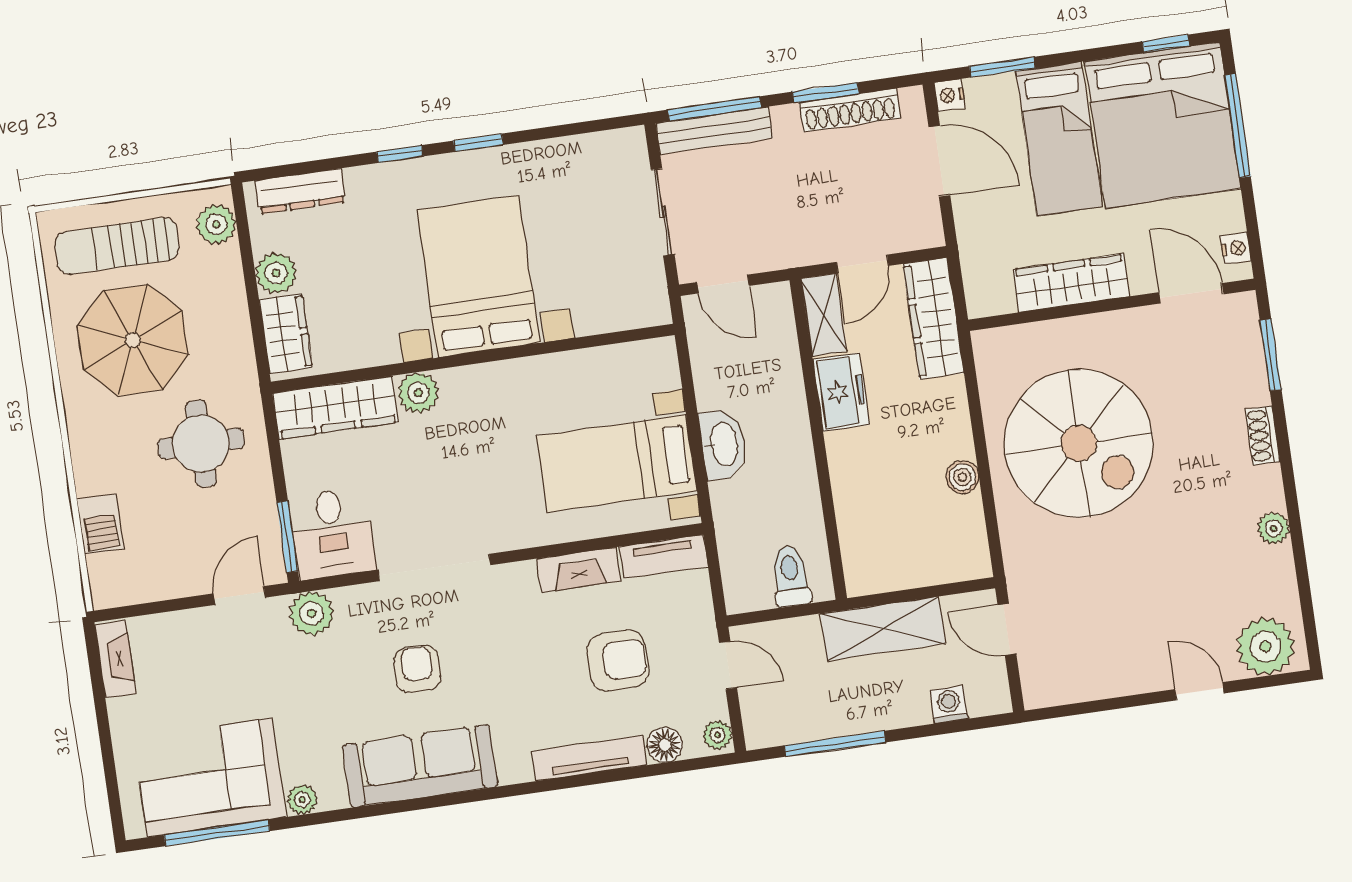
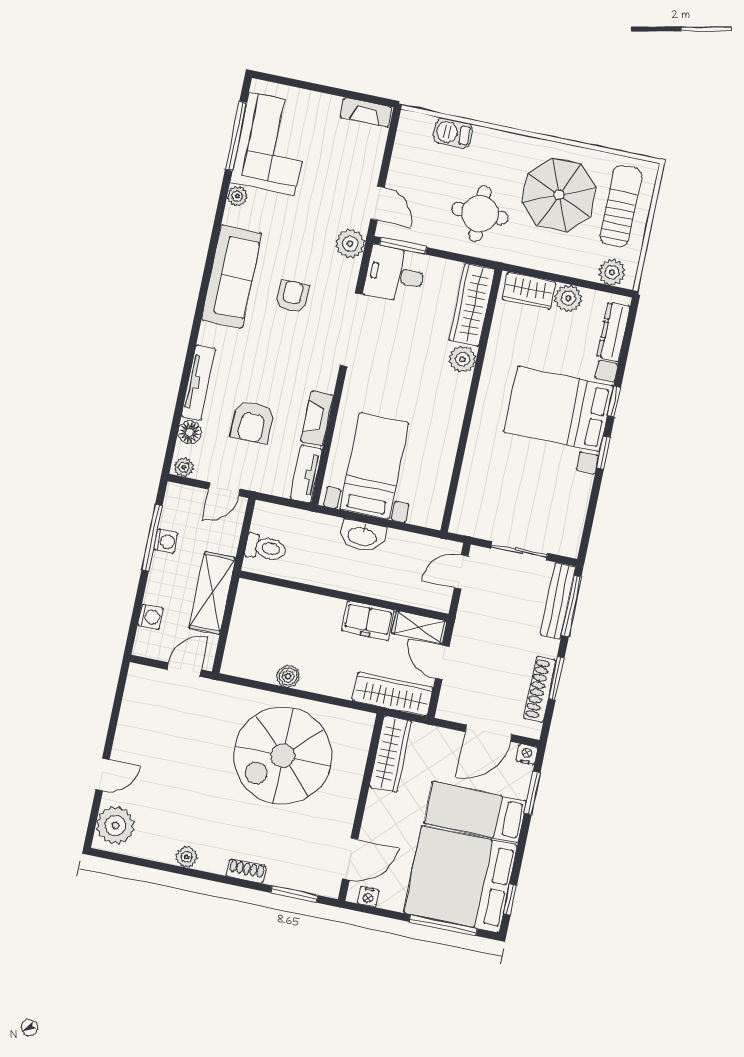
bed with nightstands: (478, 276) -> (559, 409), moved, turned 180
wardrobe: (1071, 283) -> (390, 754), moved
armchair: (417, 669) -> (292, 296), turned -90
washing machine: (833, 722) -> (166, 541), added

